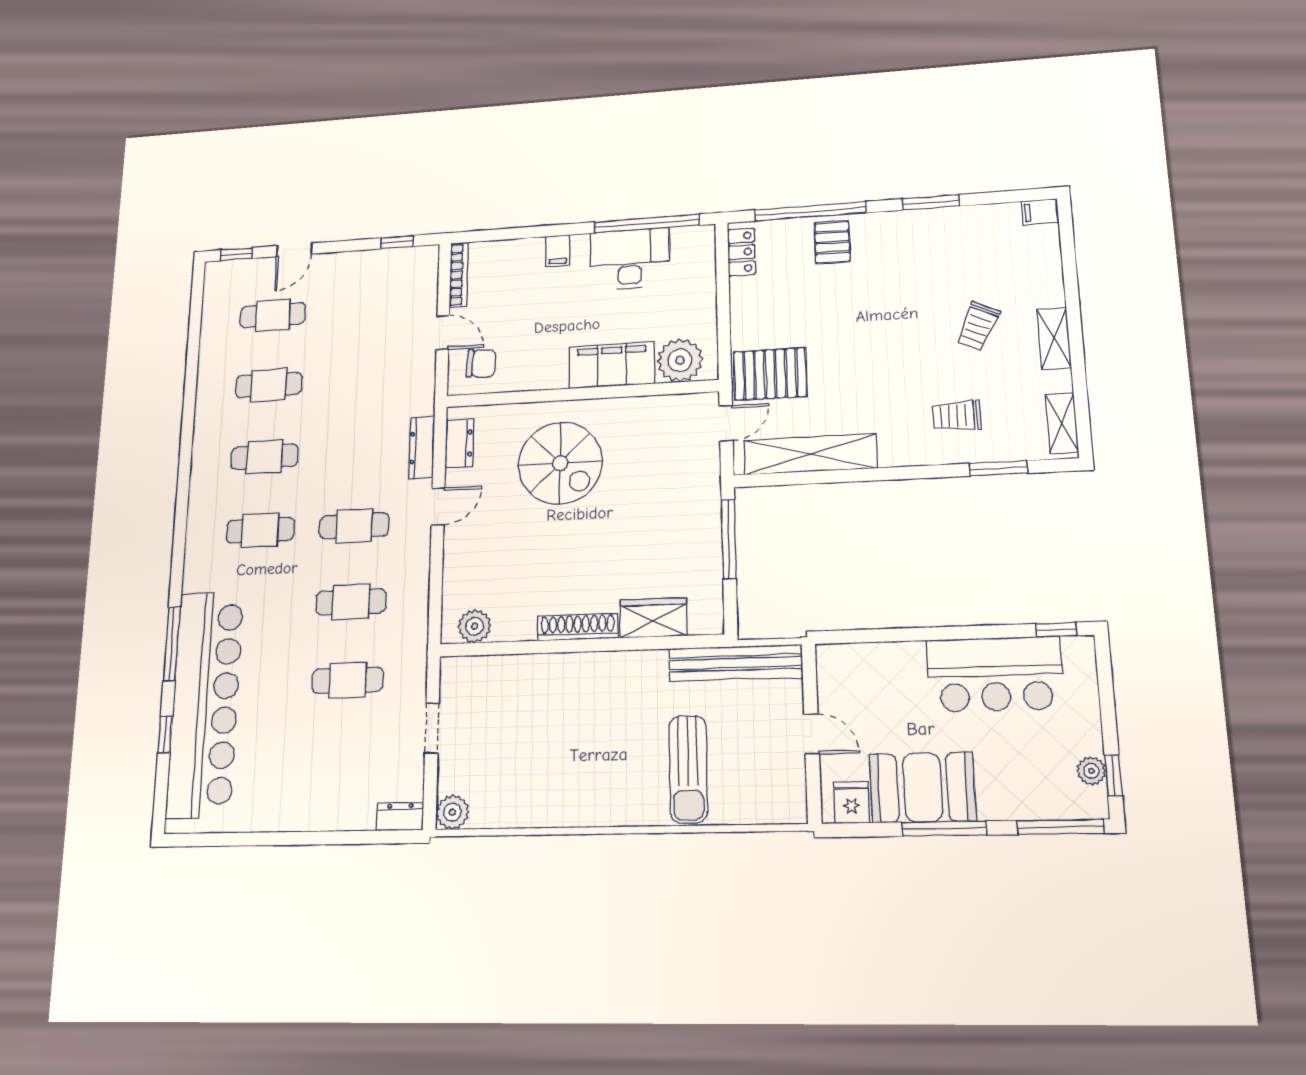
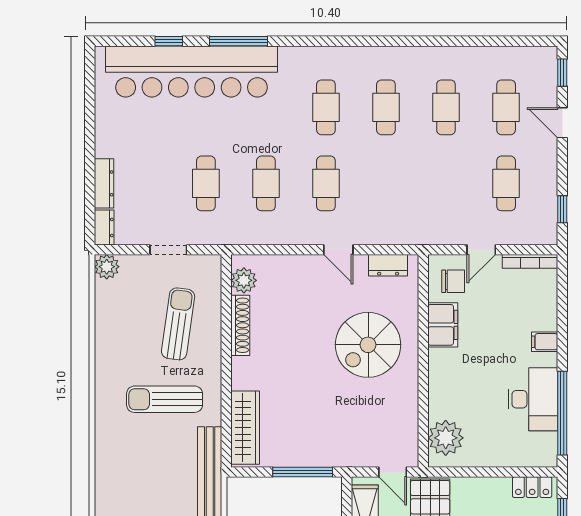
cafe table: (363, 309) -> (506, 183), added
chair: (481, 363) -> (453, 281), turned -94
filing cabinet: (612, 365) -> (443, 325), moved, width x0.67, depth x0.86
dresser: (422, 447) -> (104, 183), moved, turned 90
wardrobe: (653, 618) -> (245, 428), width x1.50
shoe rack: (578, 627) -> (240, 325), moved
sun lounger: (531, 712) -> (178, 324), added
sun lounger: (688, 769) -> (165, 399), moved

